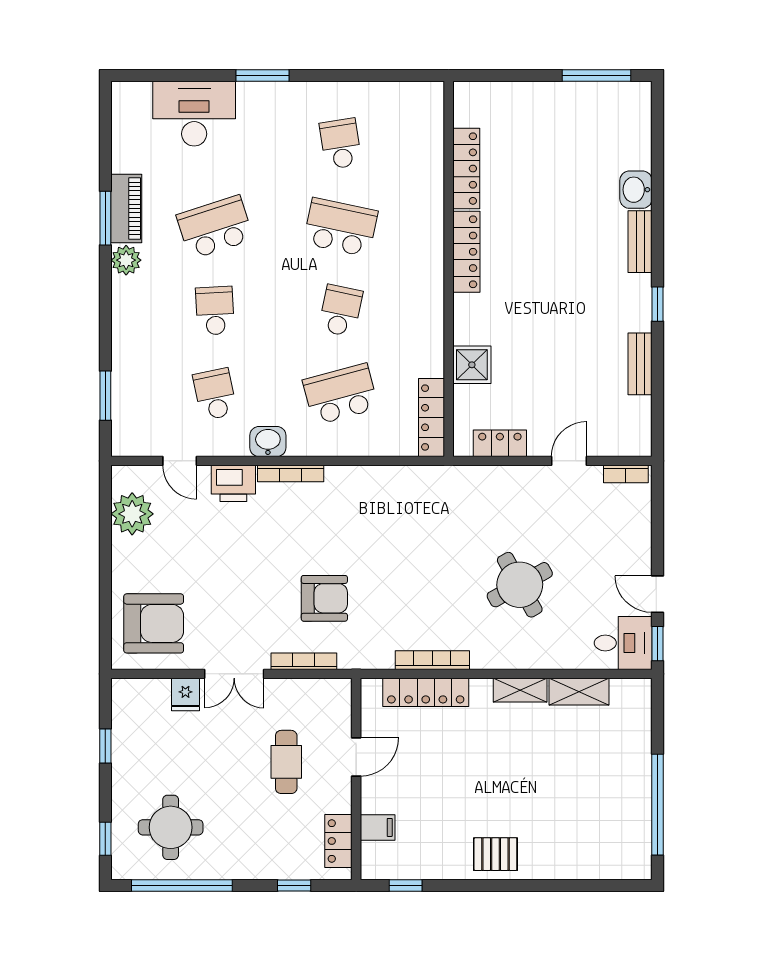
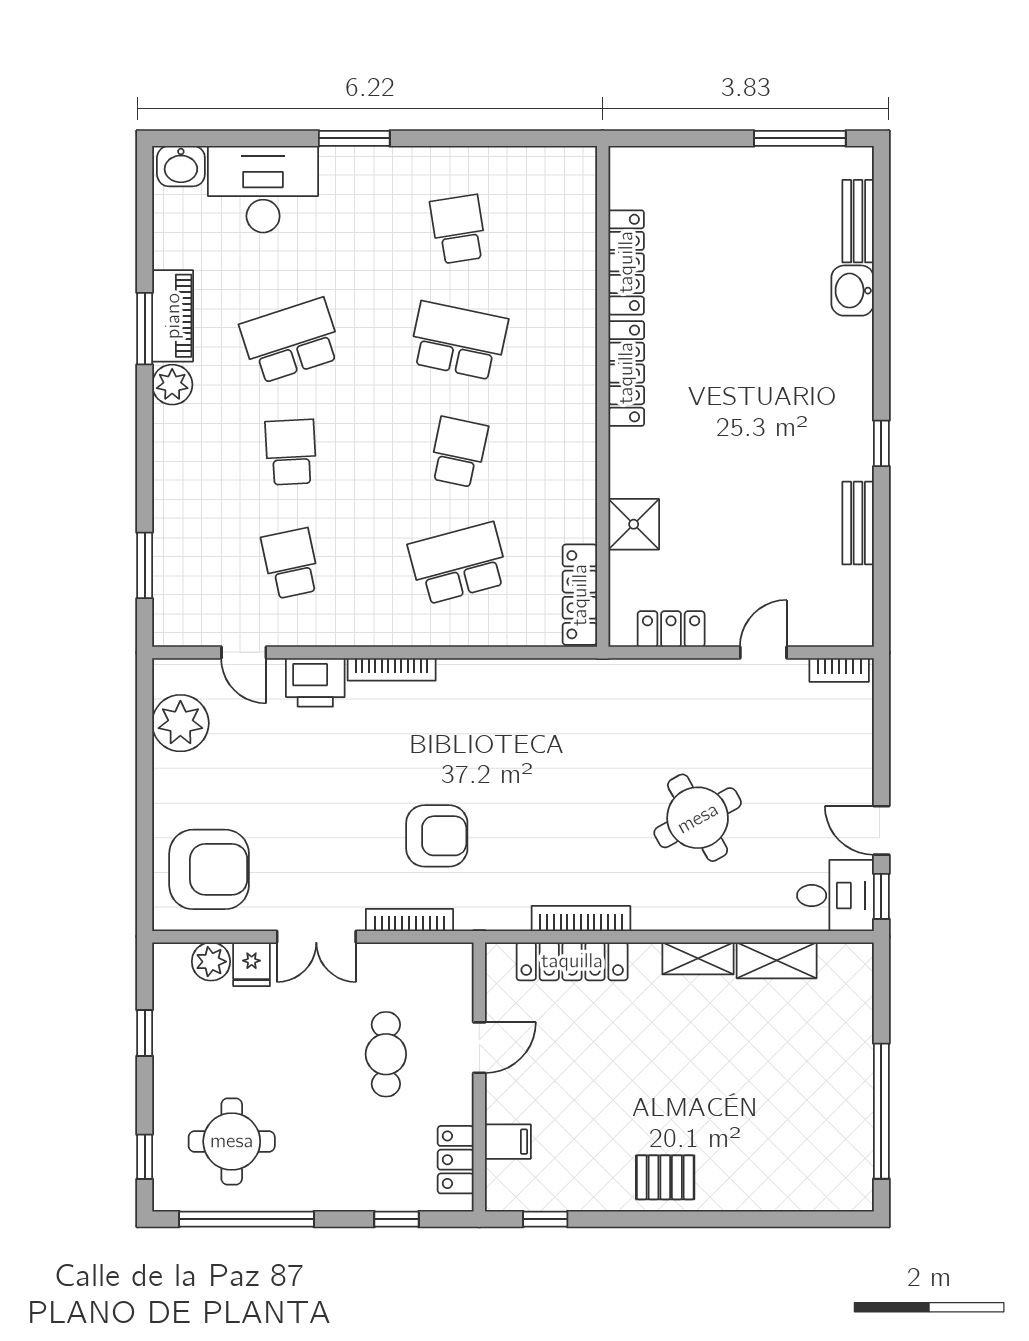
bench: (640, 242) -> (858, 221), moved
washbasin: (268, 442) -> (181, 166), moved, turned 180
plant: (155, 692) -> (211, 962), added

